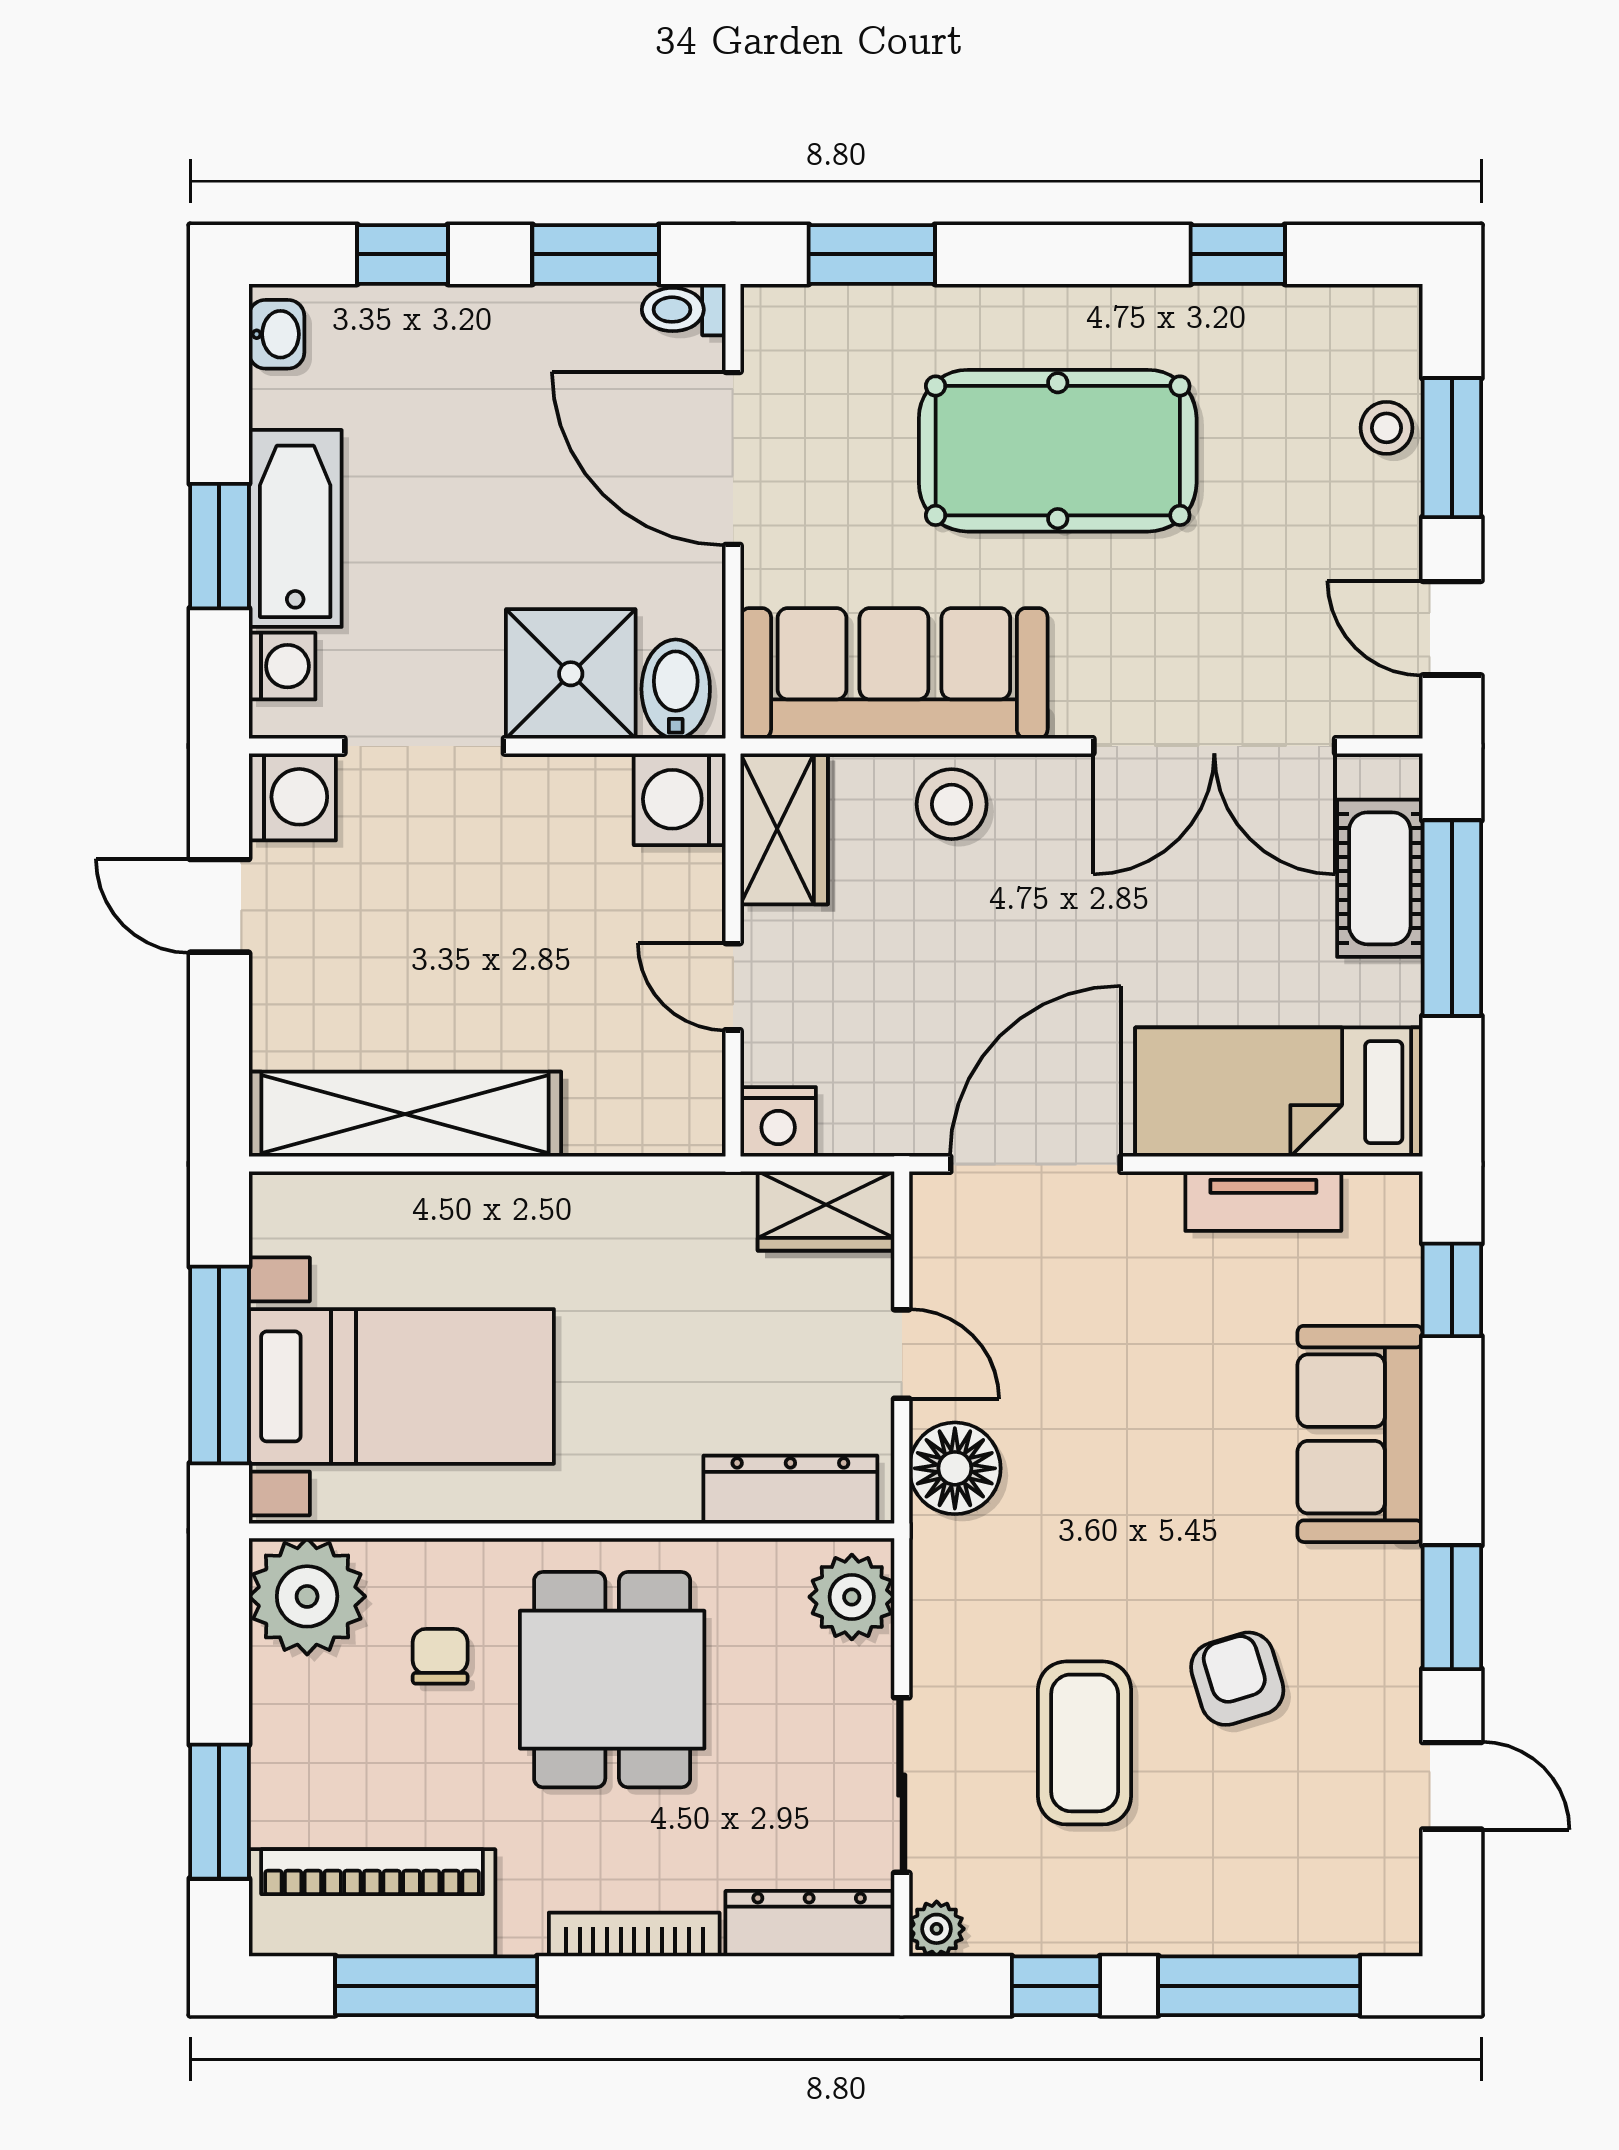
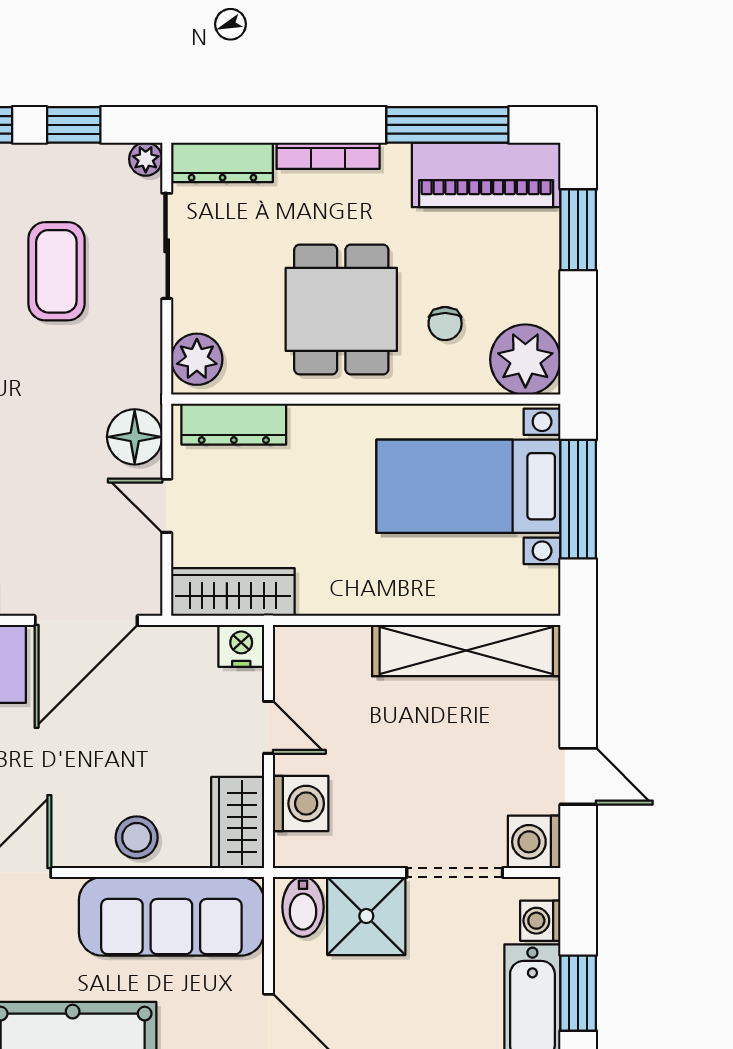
washing machine: (680, 799) -> (301, 804), moved
wardrobe: (826, 1211) -> (233, 592), width x1.50

